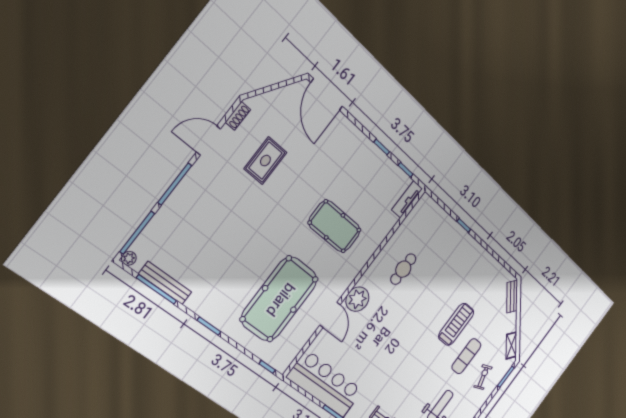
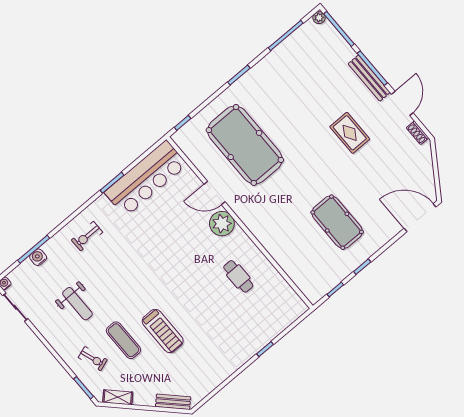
rug: (265, 161) -> (350, 133), moved
tv unit: (407, 199) -> (307, 288), removed
pool table: (335, 226) -> (337, 222), moved, turned 90
bench: (165, 283) -> (369, 78), moved, turned 90

